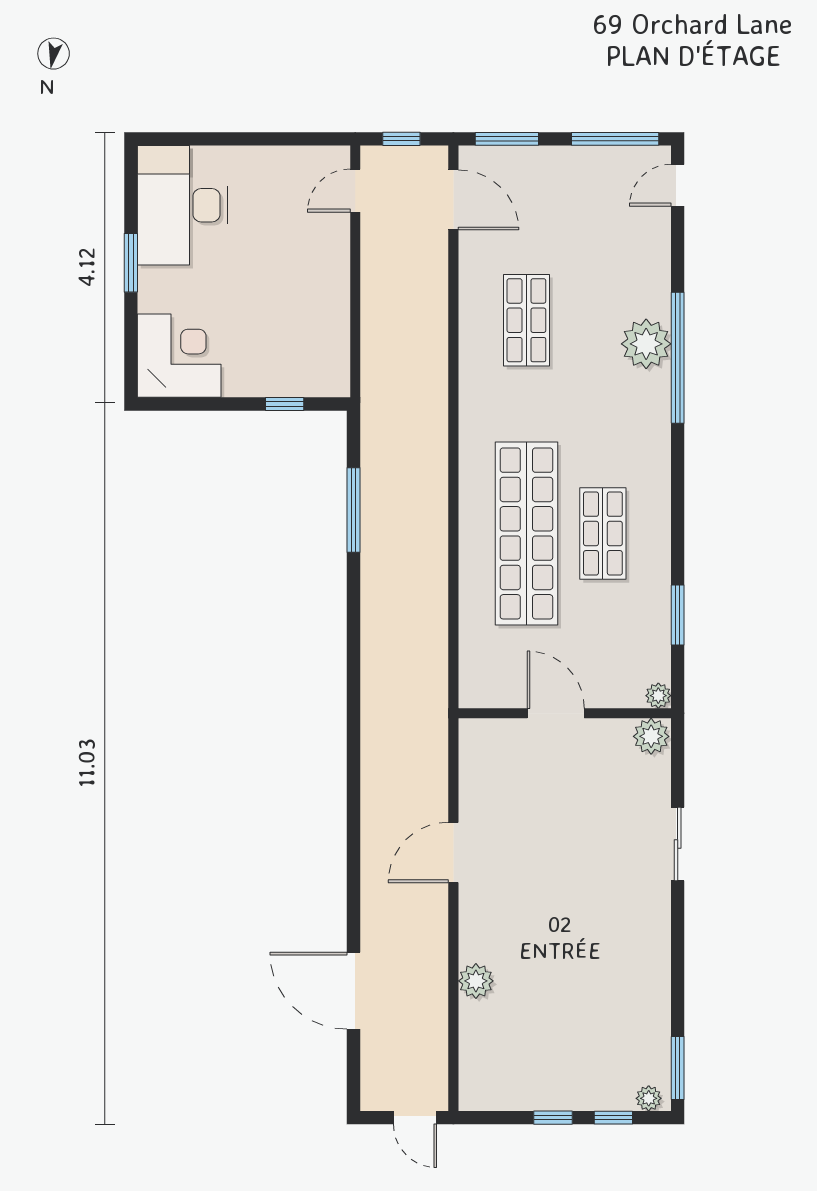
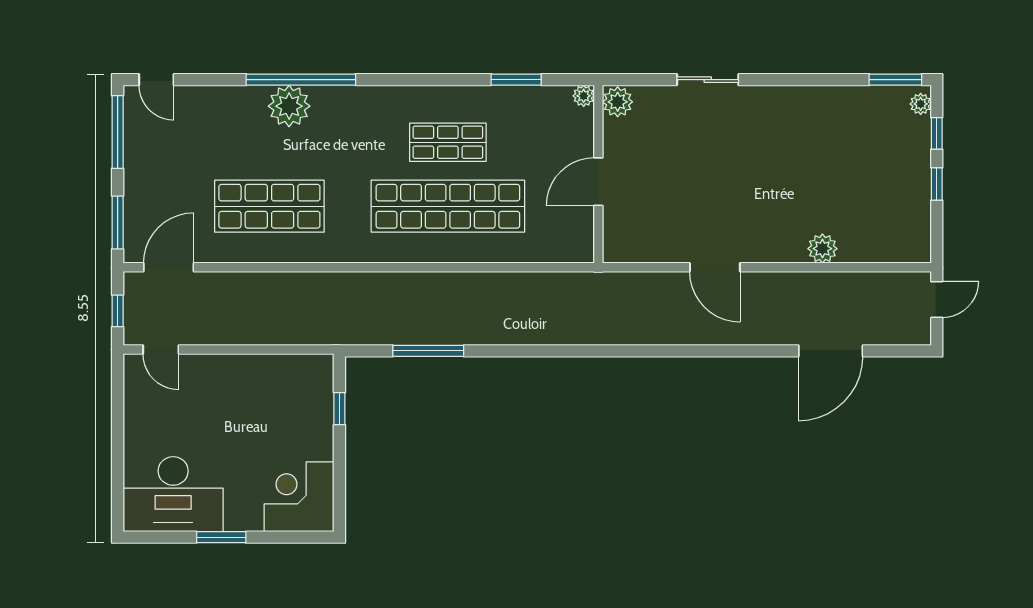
shop shelf: (526, 320) -> (269, 206), width x1.43, depth x1.36

